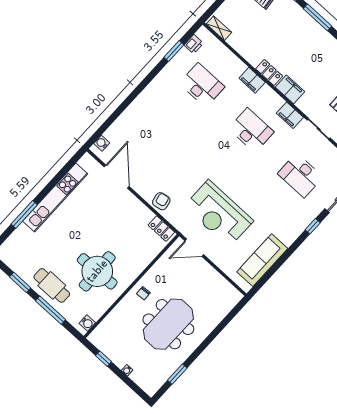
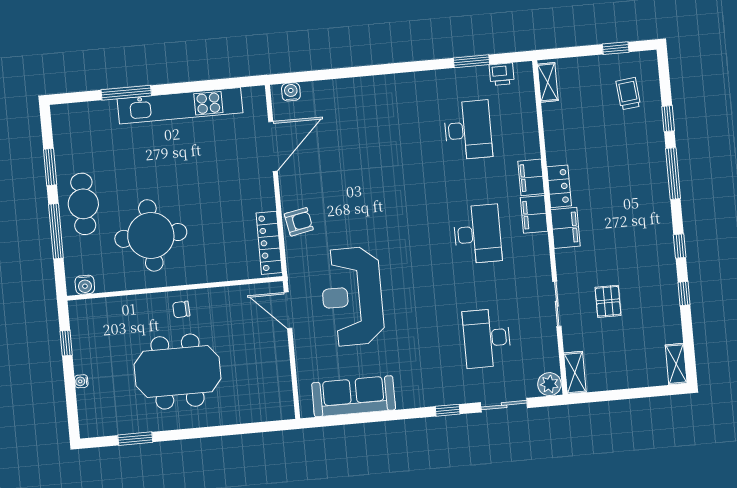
filing cabinet: (290, 115) -> (534, 214), moved
locker: (161, 229) -> (269, 243), width x1.53

